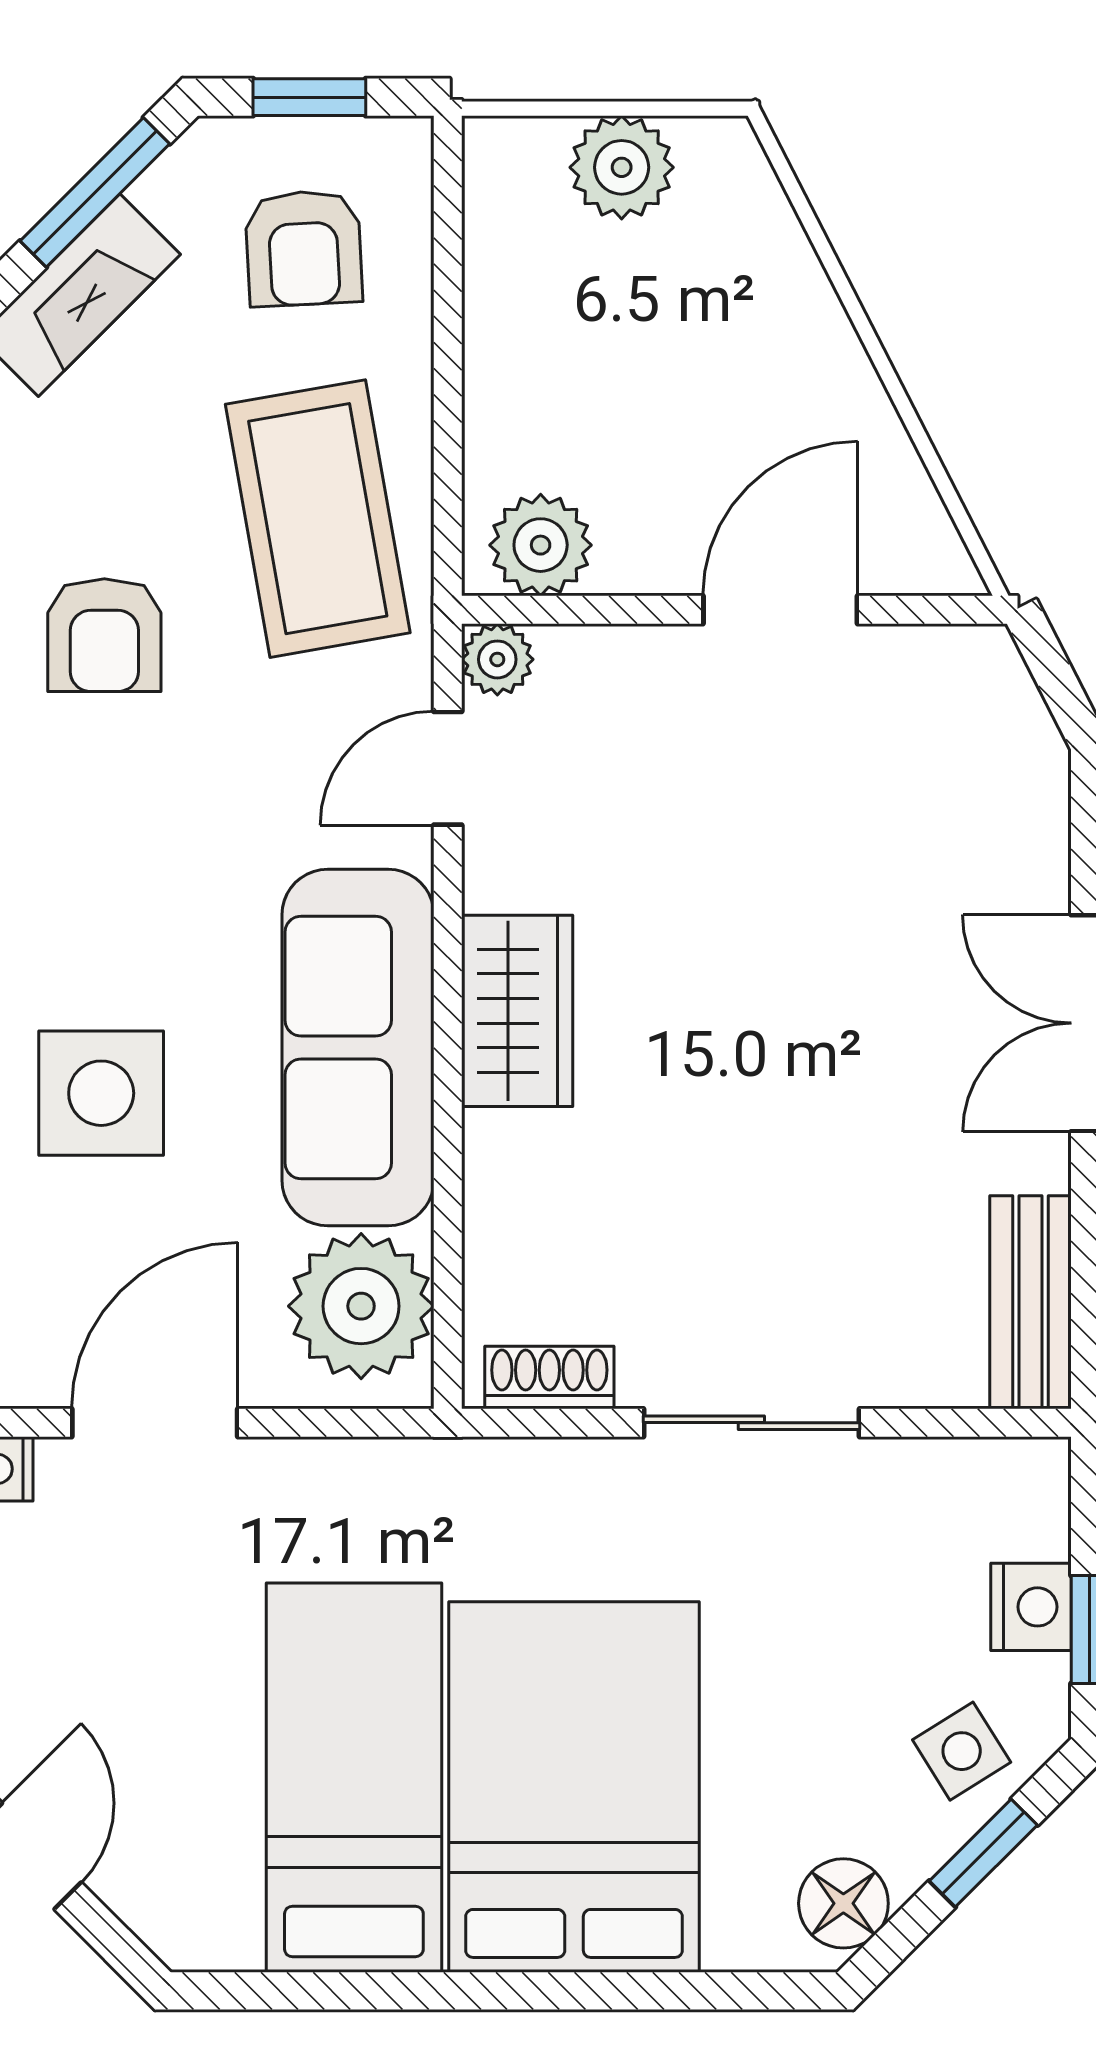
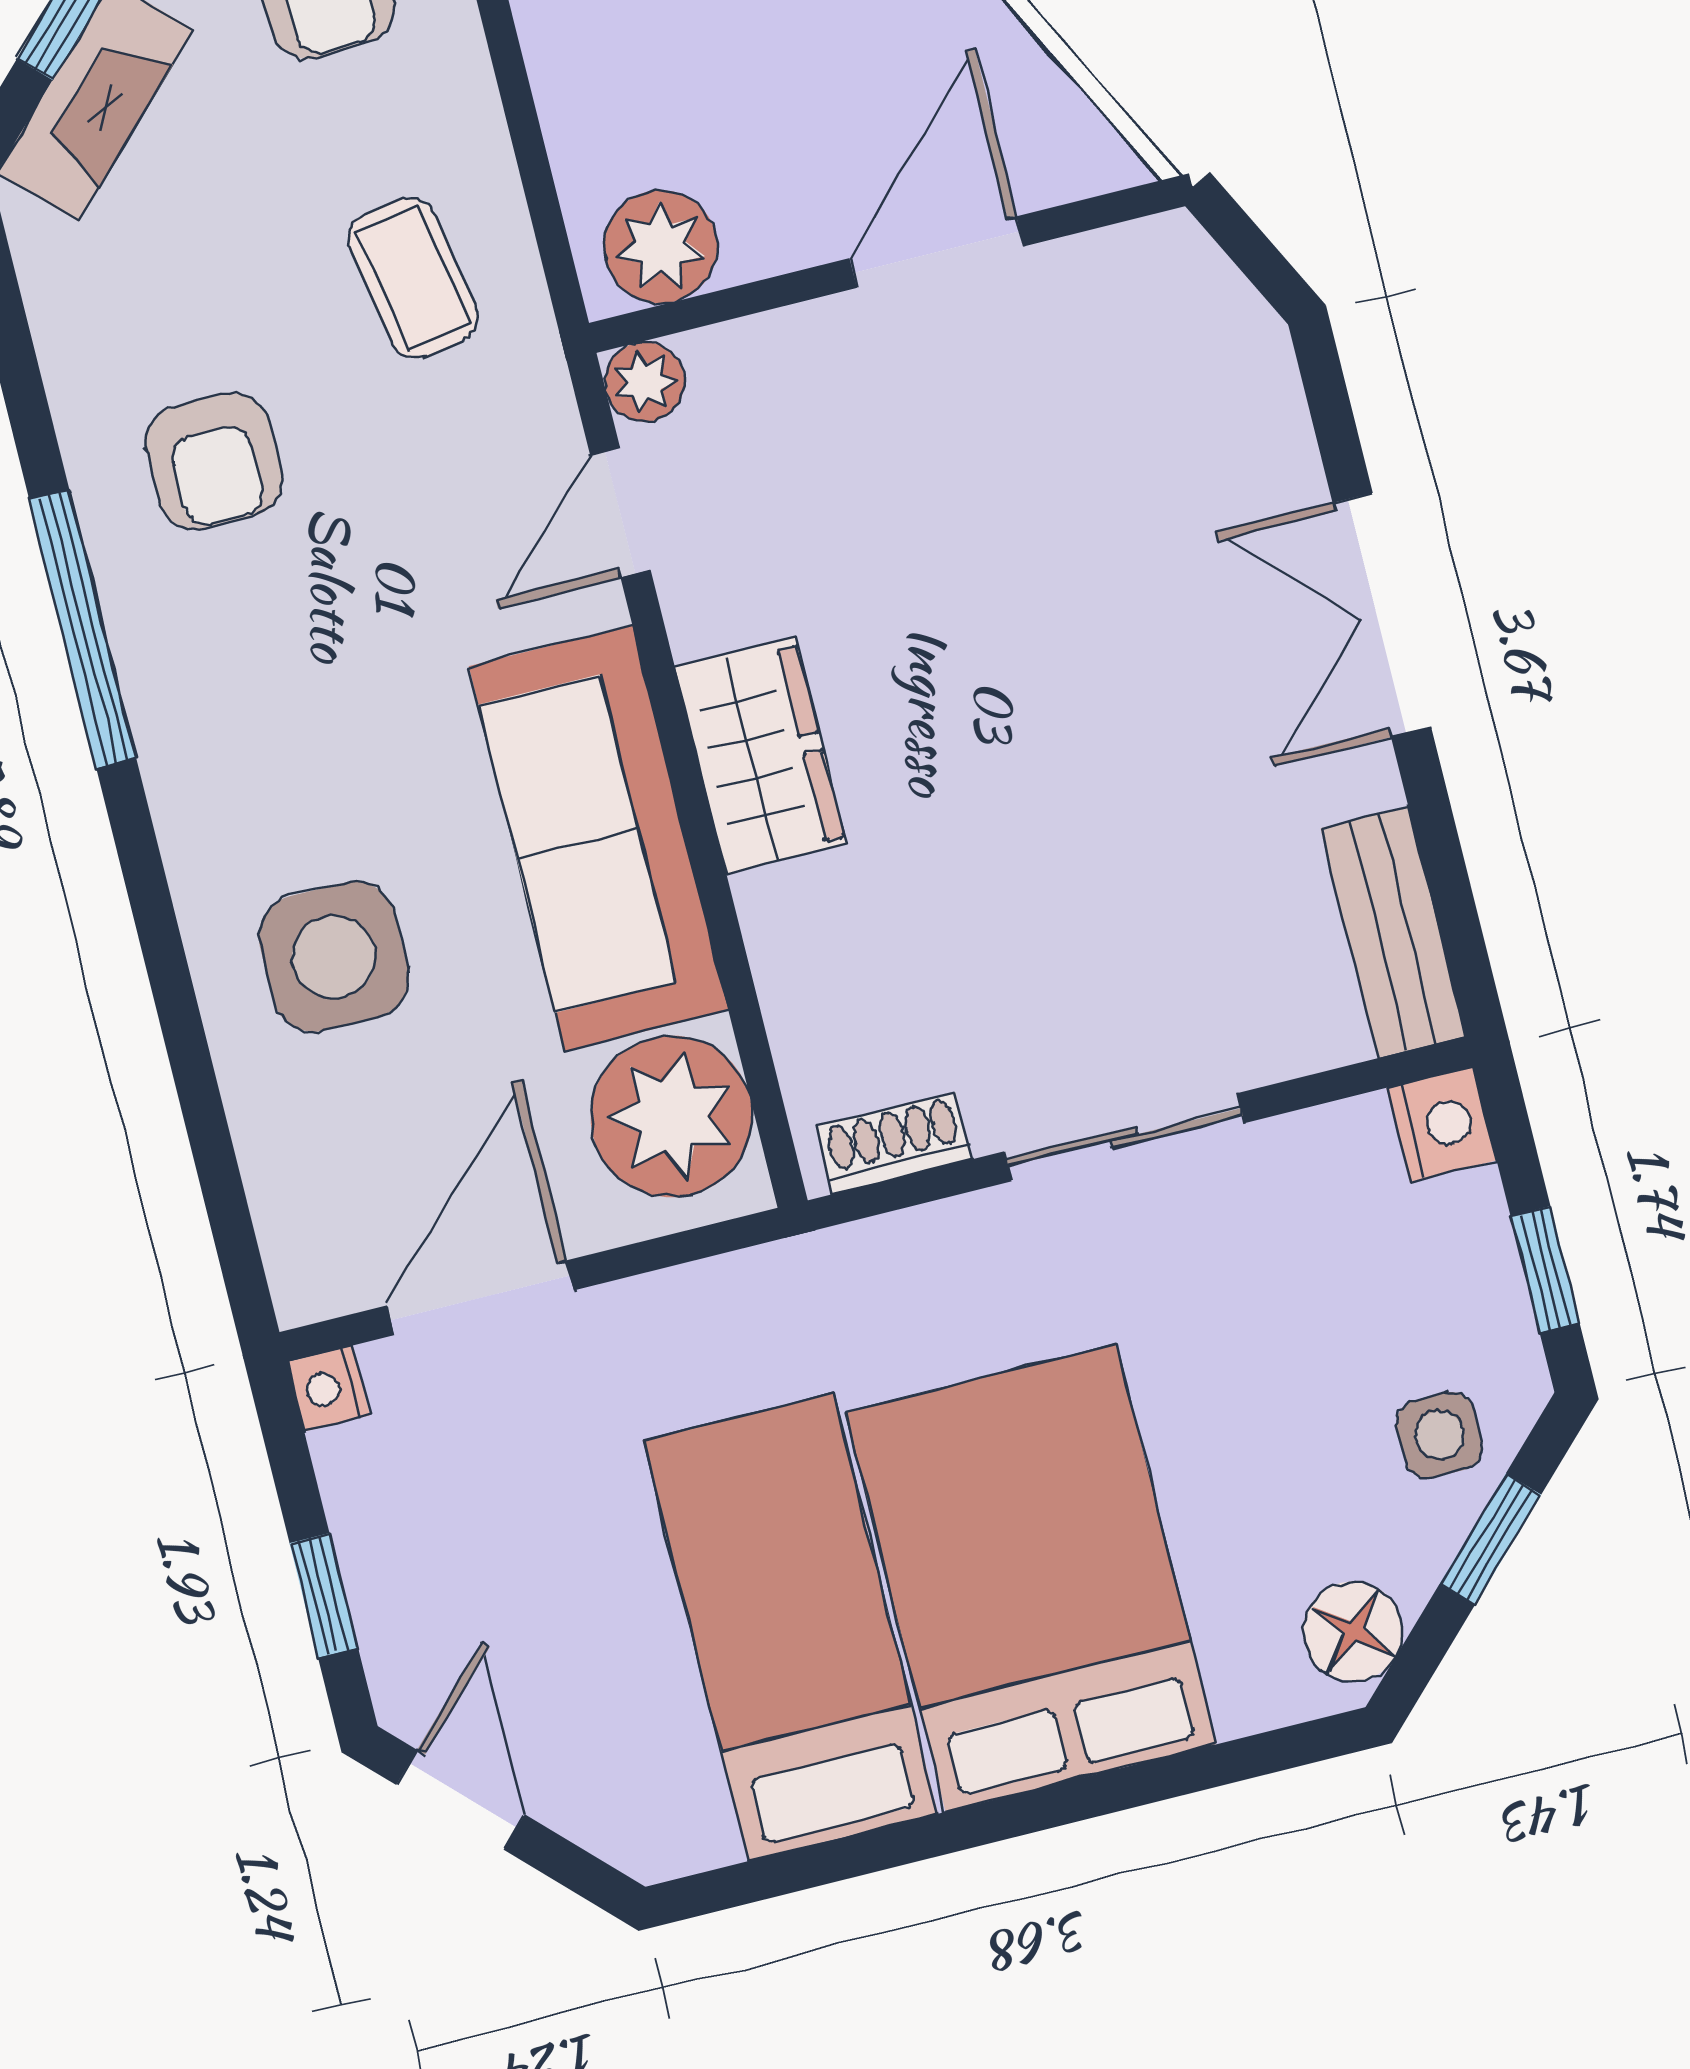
coffee table: (318, 519) -> (413, 278), width x0.54, depth x0.58
nightstand: (1031, 1607) -> (1442, 1124), moved
side table: (962, 1751) -> (1439, 1435), turned 32

